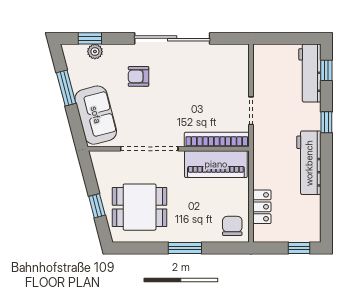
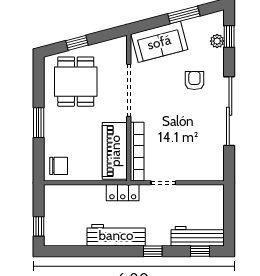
locker: (262, 207) -> (123, 193), moved

